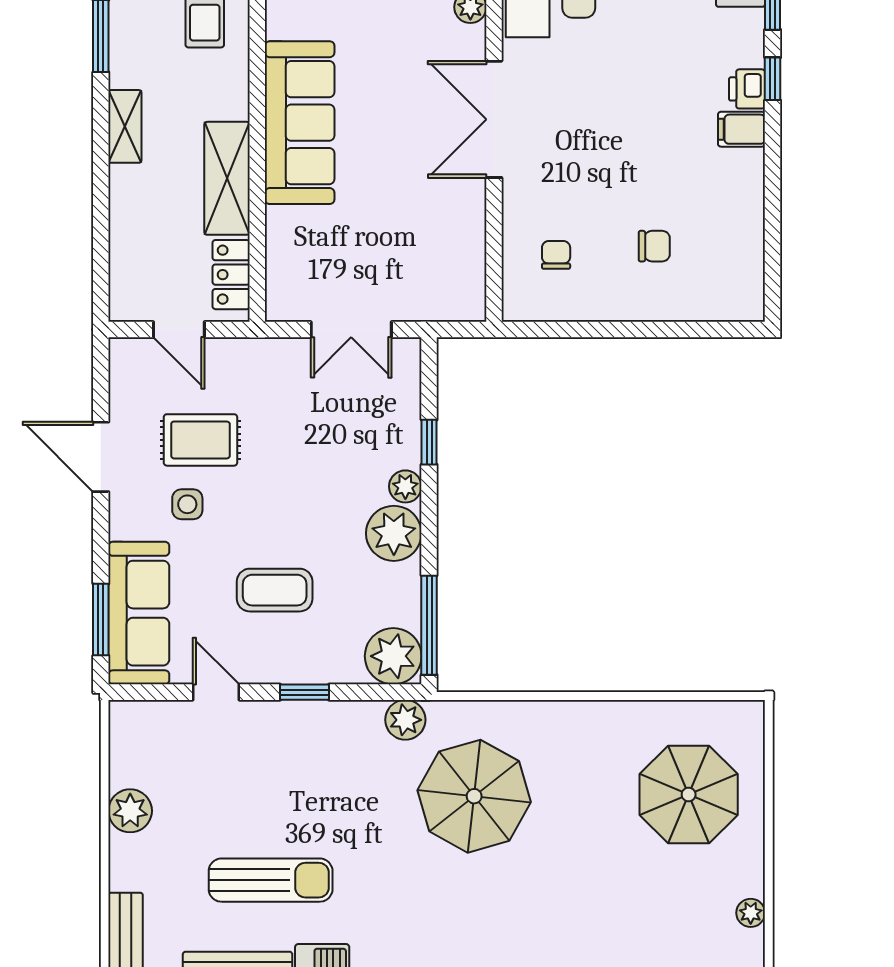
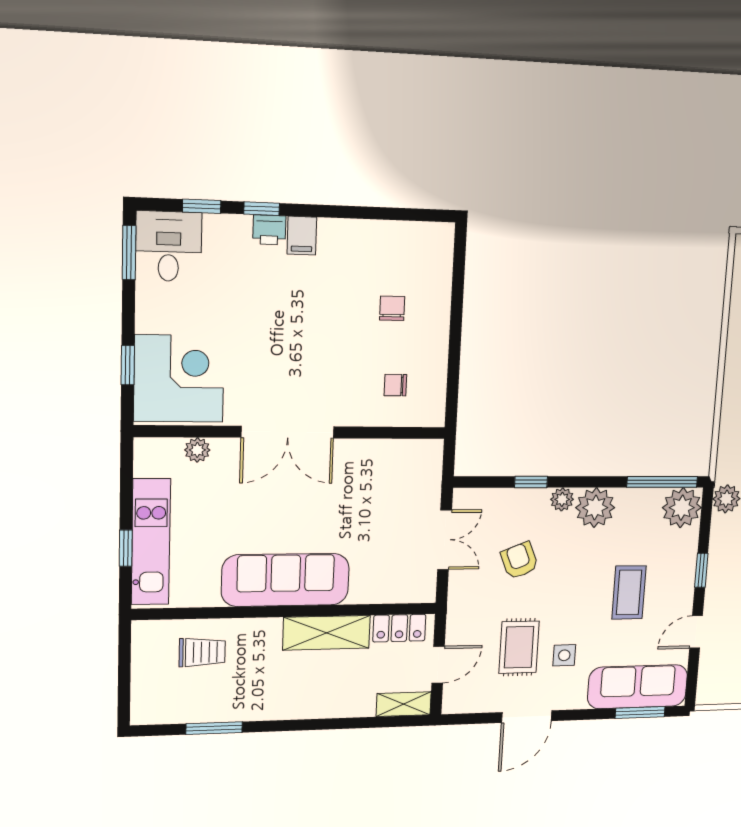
shelving: (125, 126) -> (404, 704), moved
armchair: (322, 433) -> (519, 560), added

